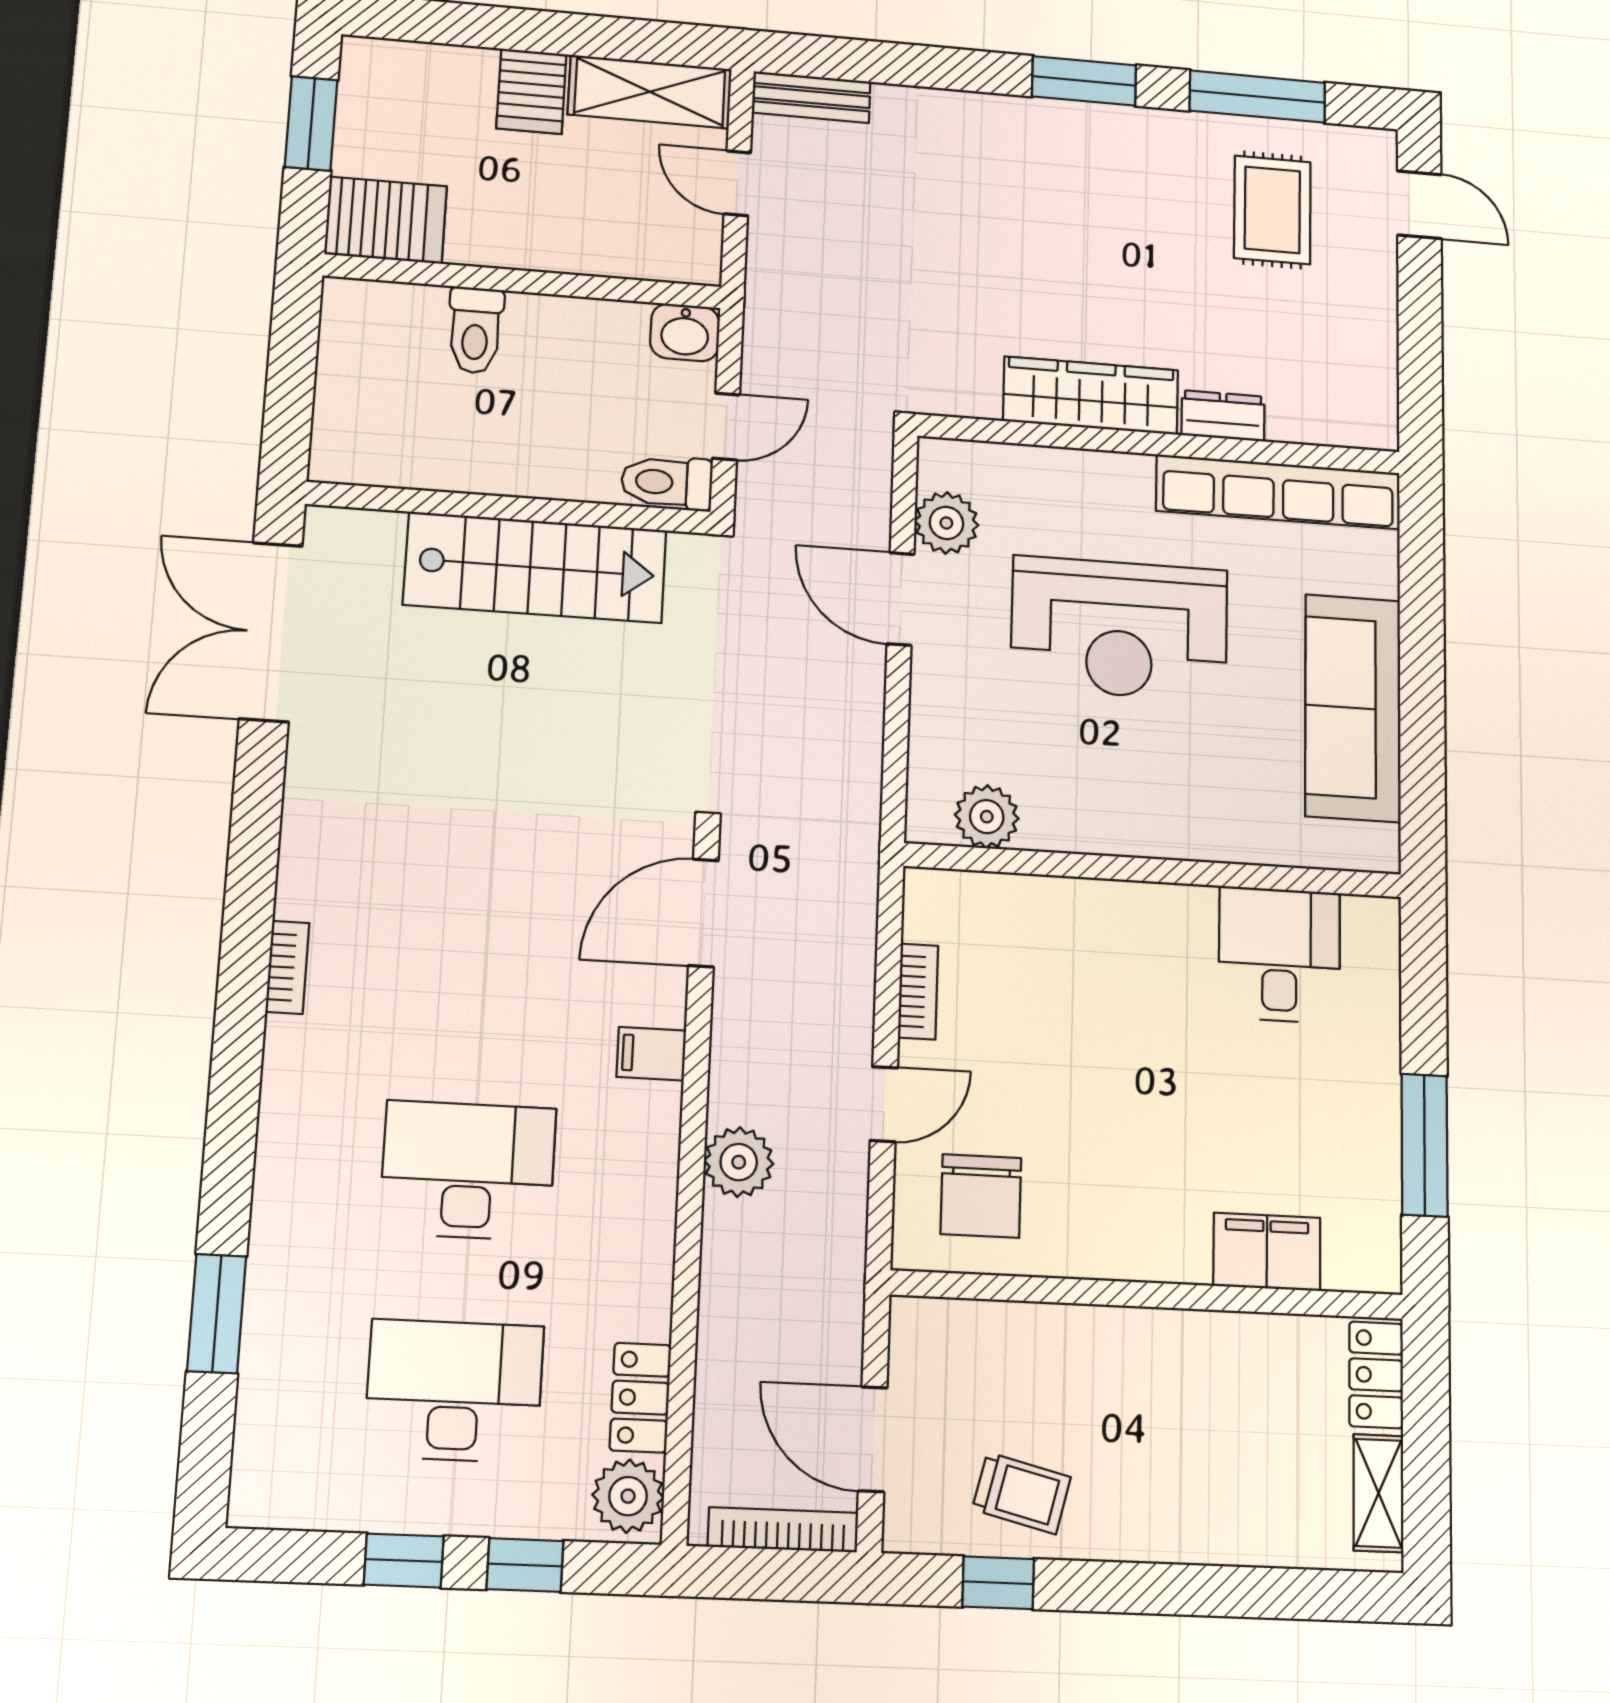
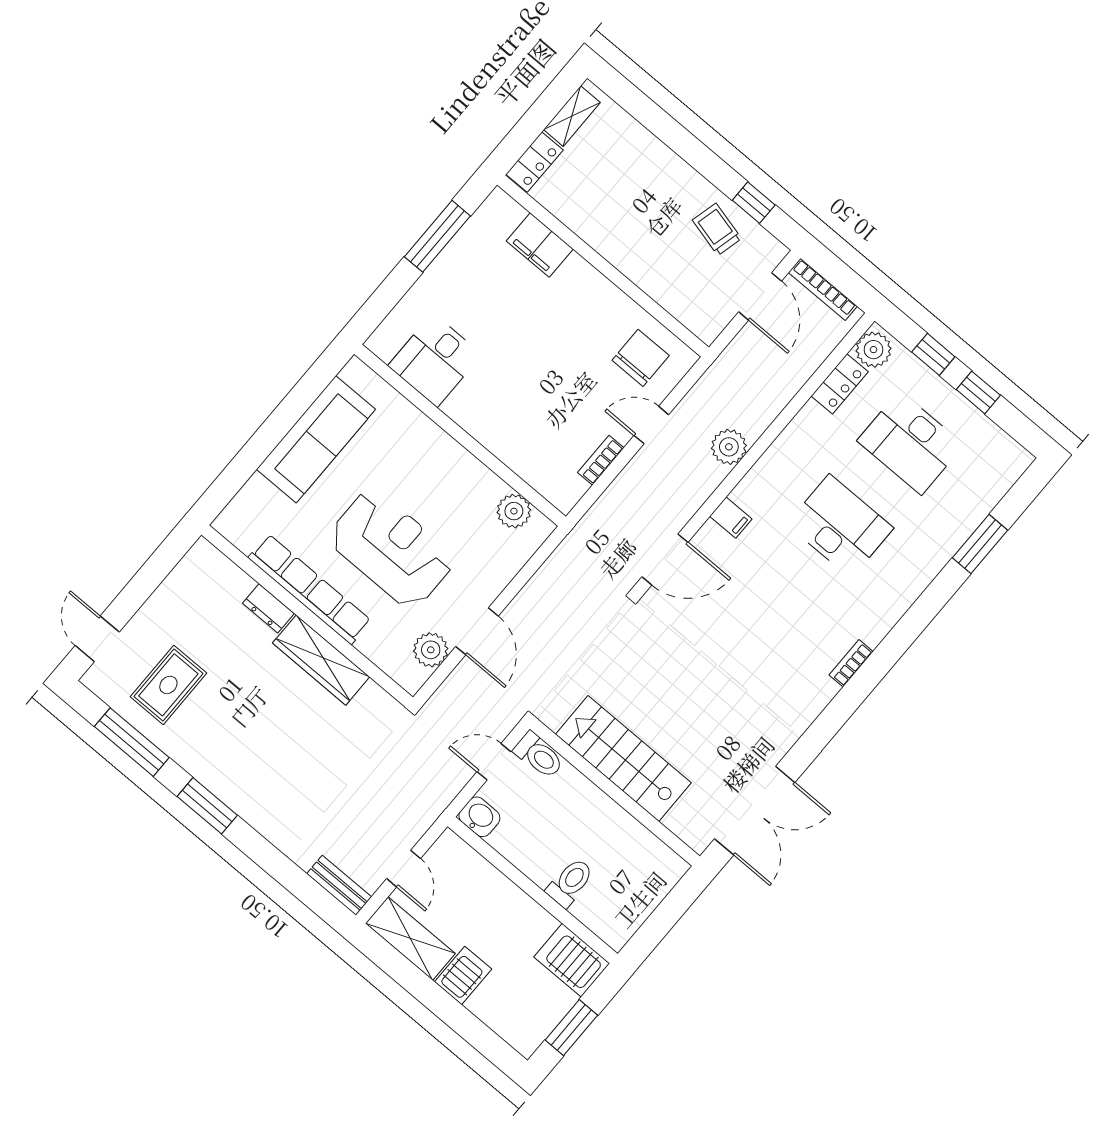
row of seats: (1278, 492) -> (310, 589), moved
desk: (468, 1171) -> (840, 526), turned 180

